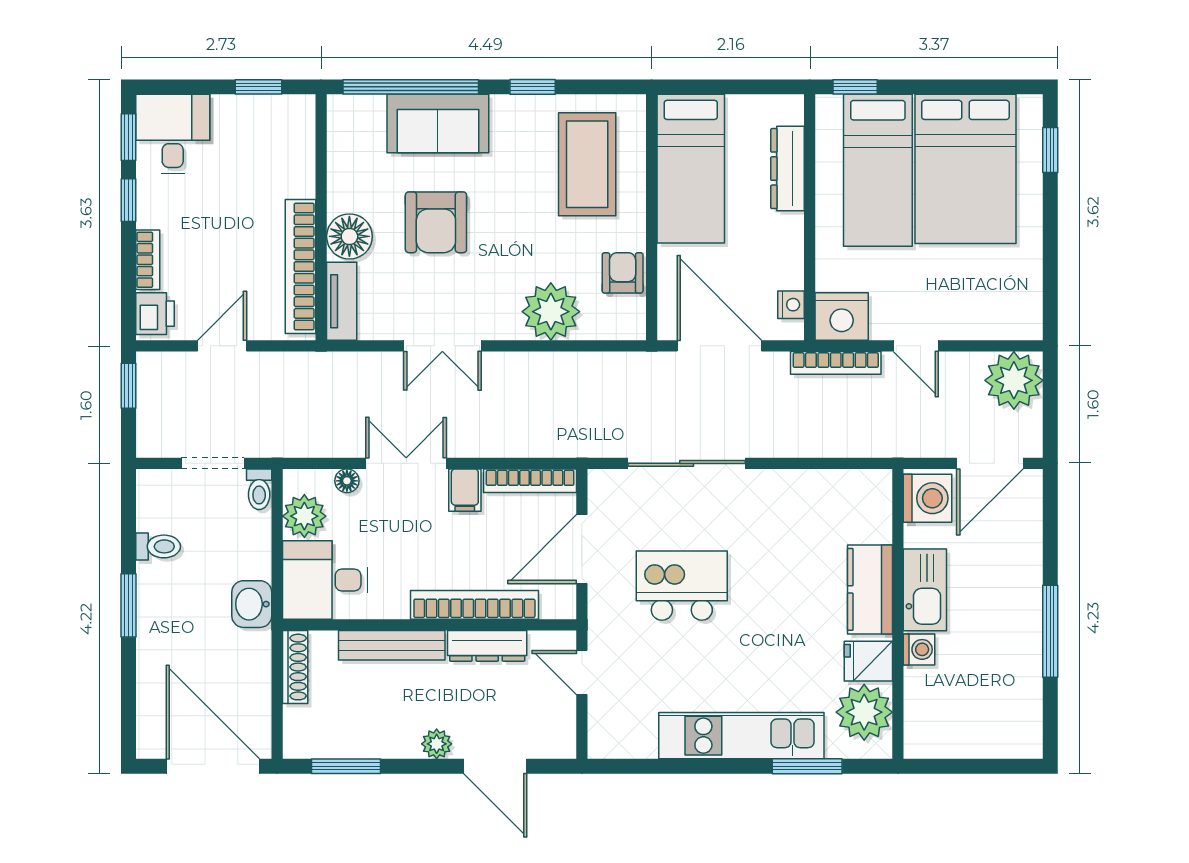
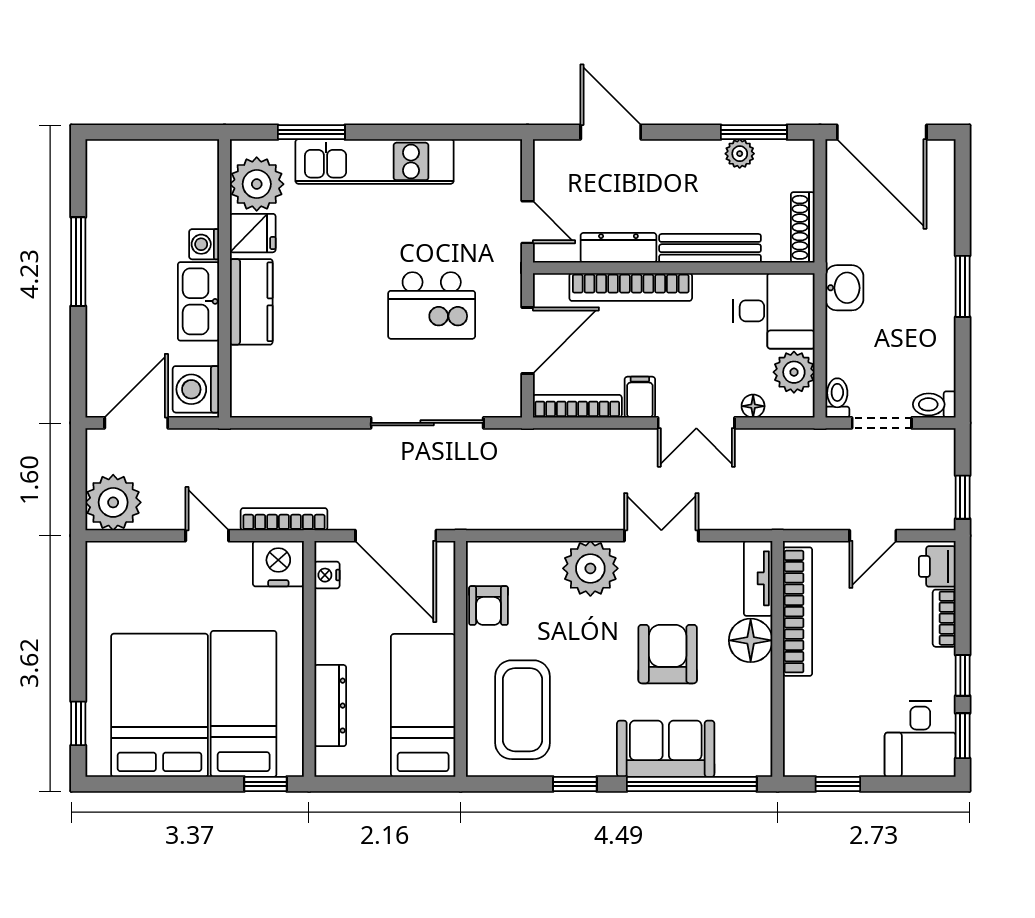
plant: (551, 312) -> (590, 568), moved
toilet: (158, 546) -> (934, 404), moved
plant: (437, 744) -> (740, 154), moved

